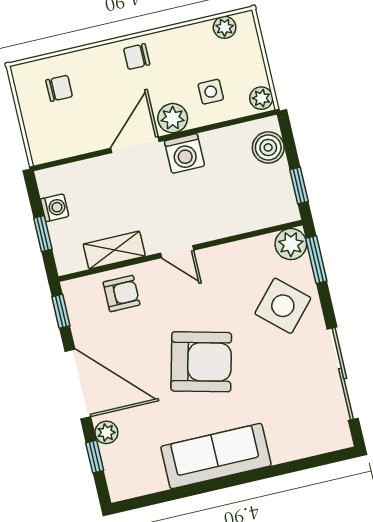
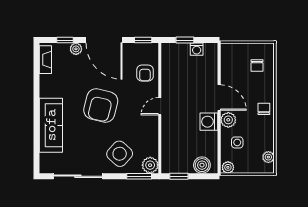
shelving: (114, 250) -> (168, 74), removed
door: (78, 384) -> (104, 40), hinge flipped
sofa: (216, 456) -> (51, 125), moved
fireplace: (140, 485) -> (45, 60), added

